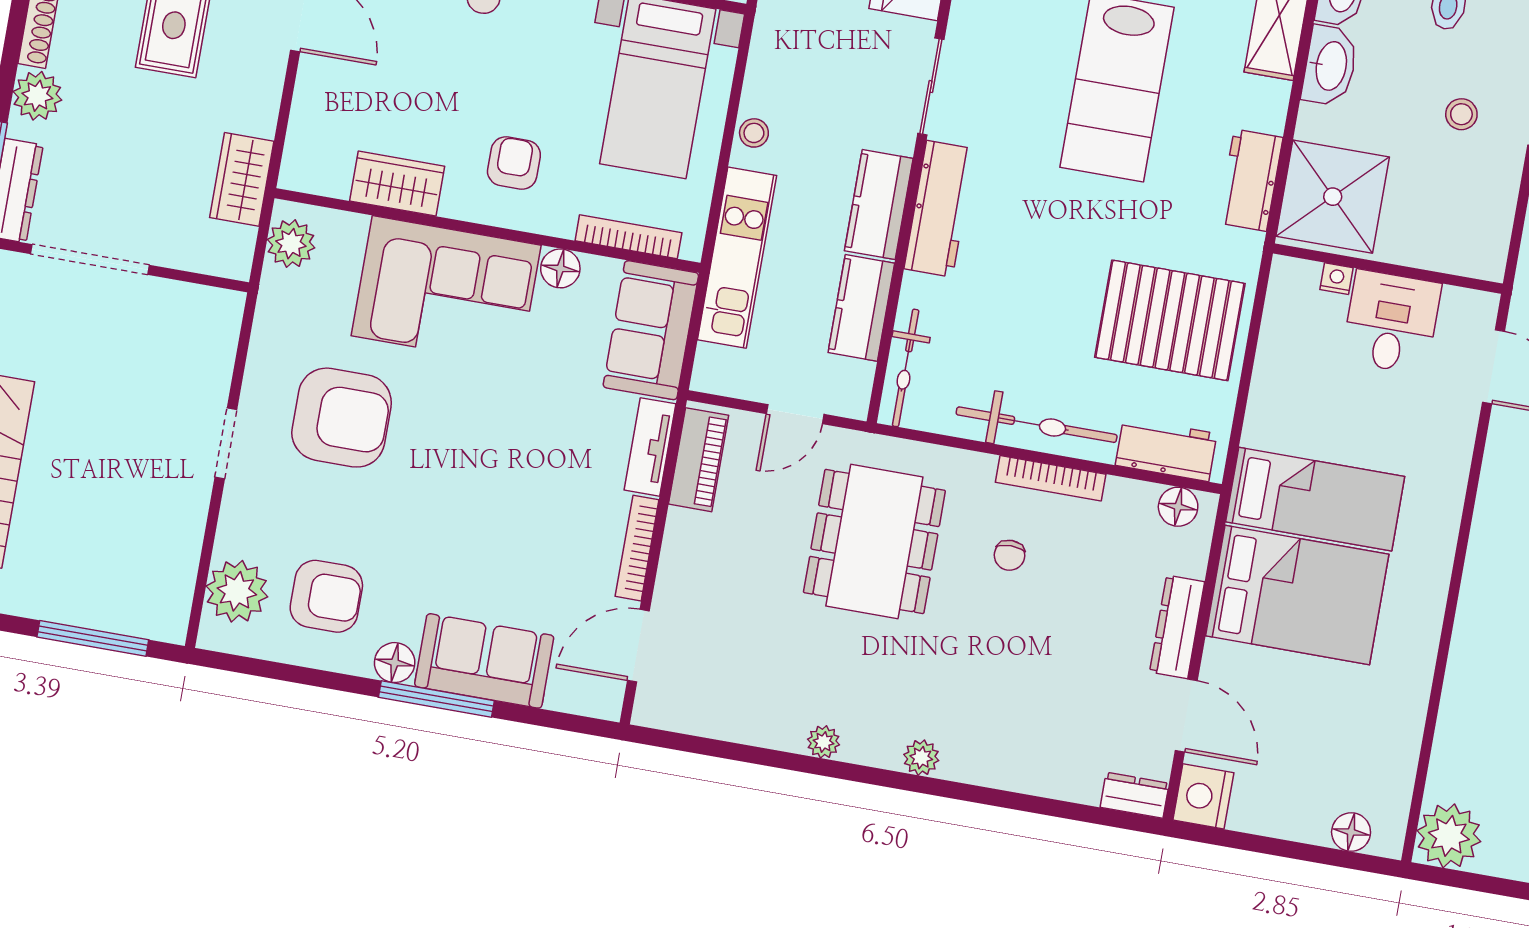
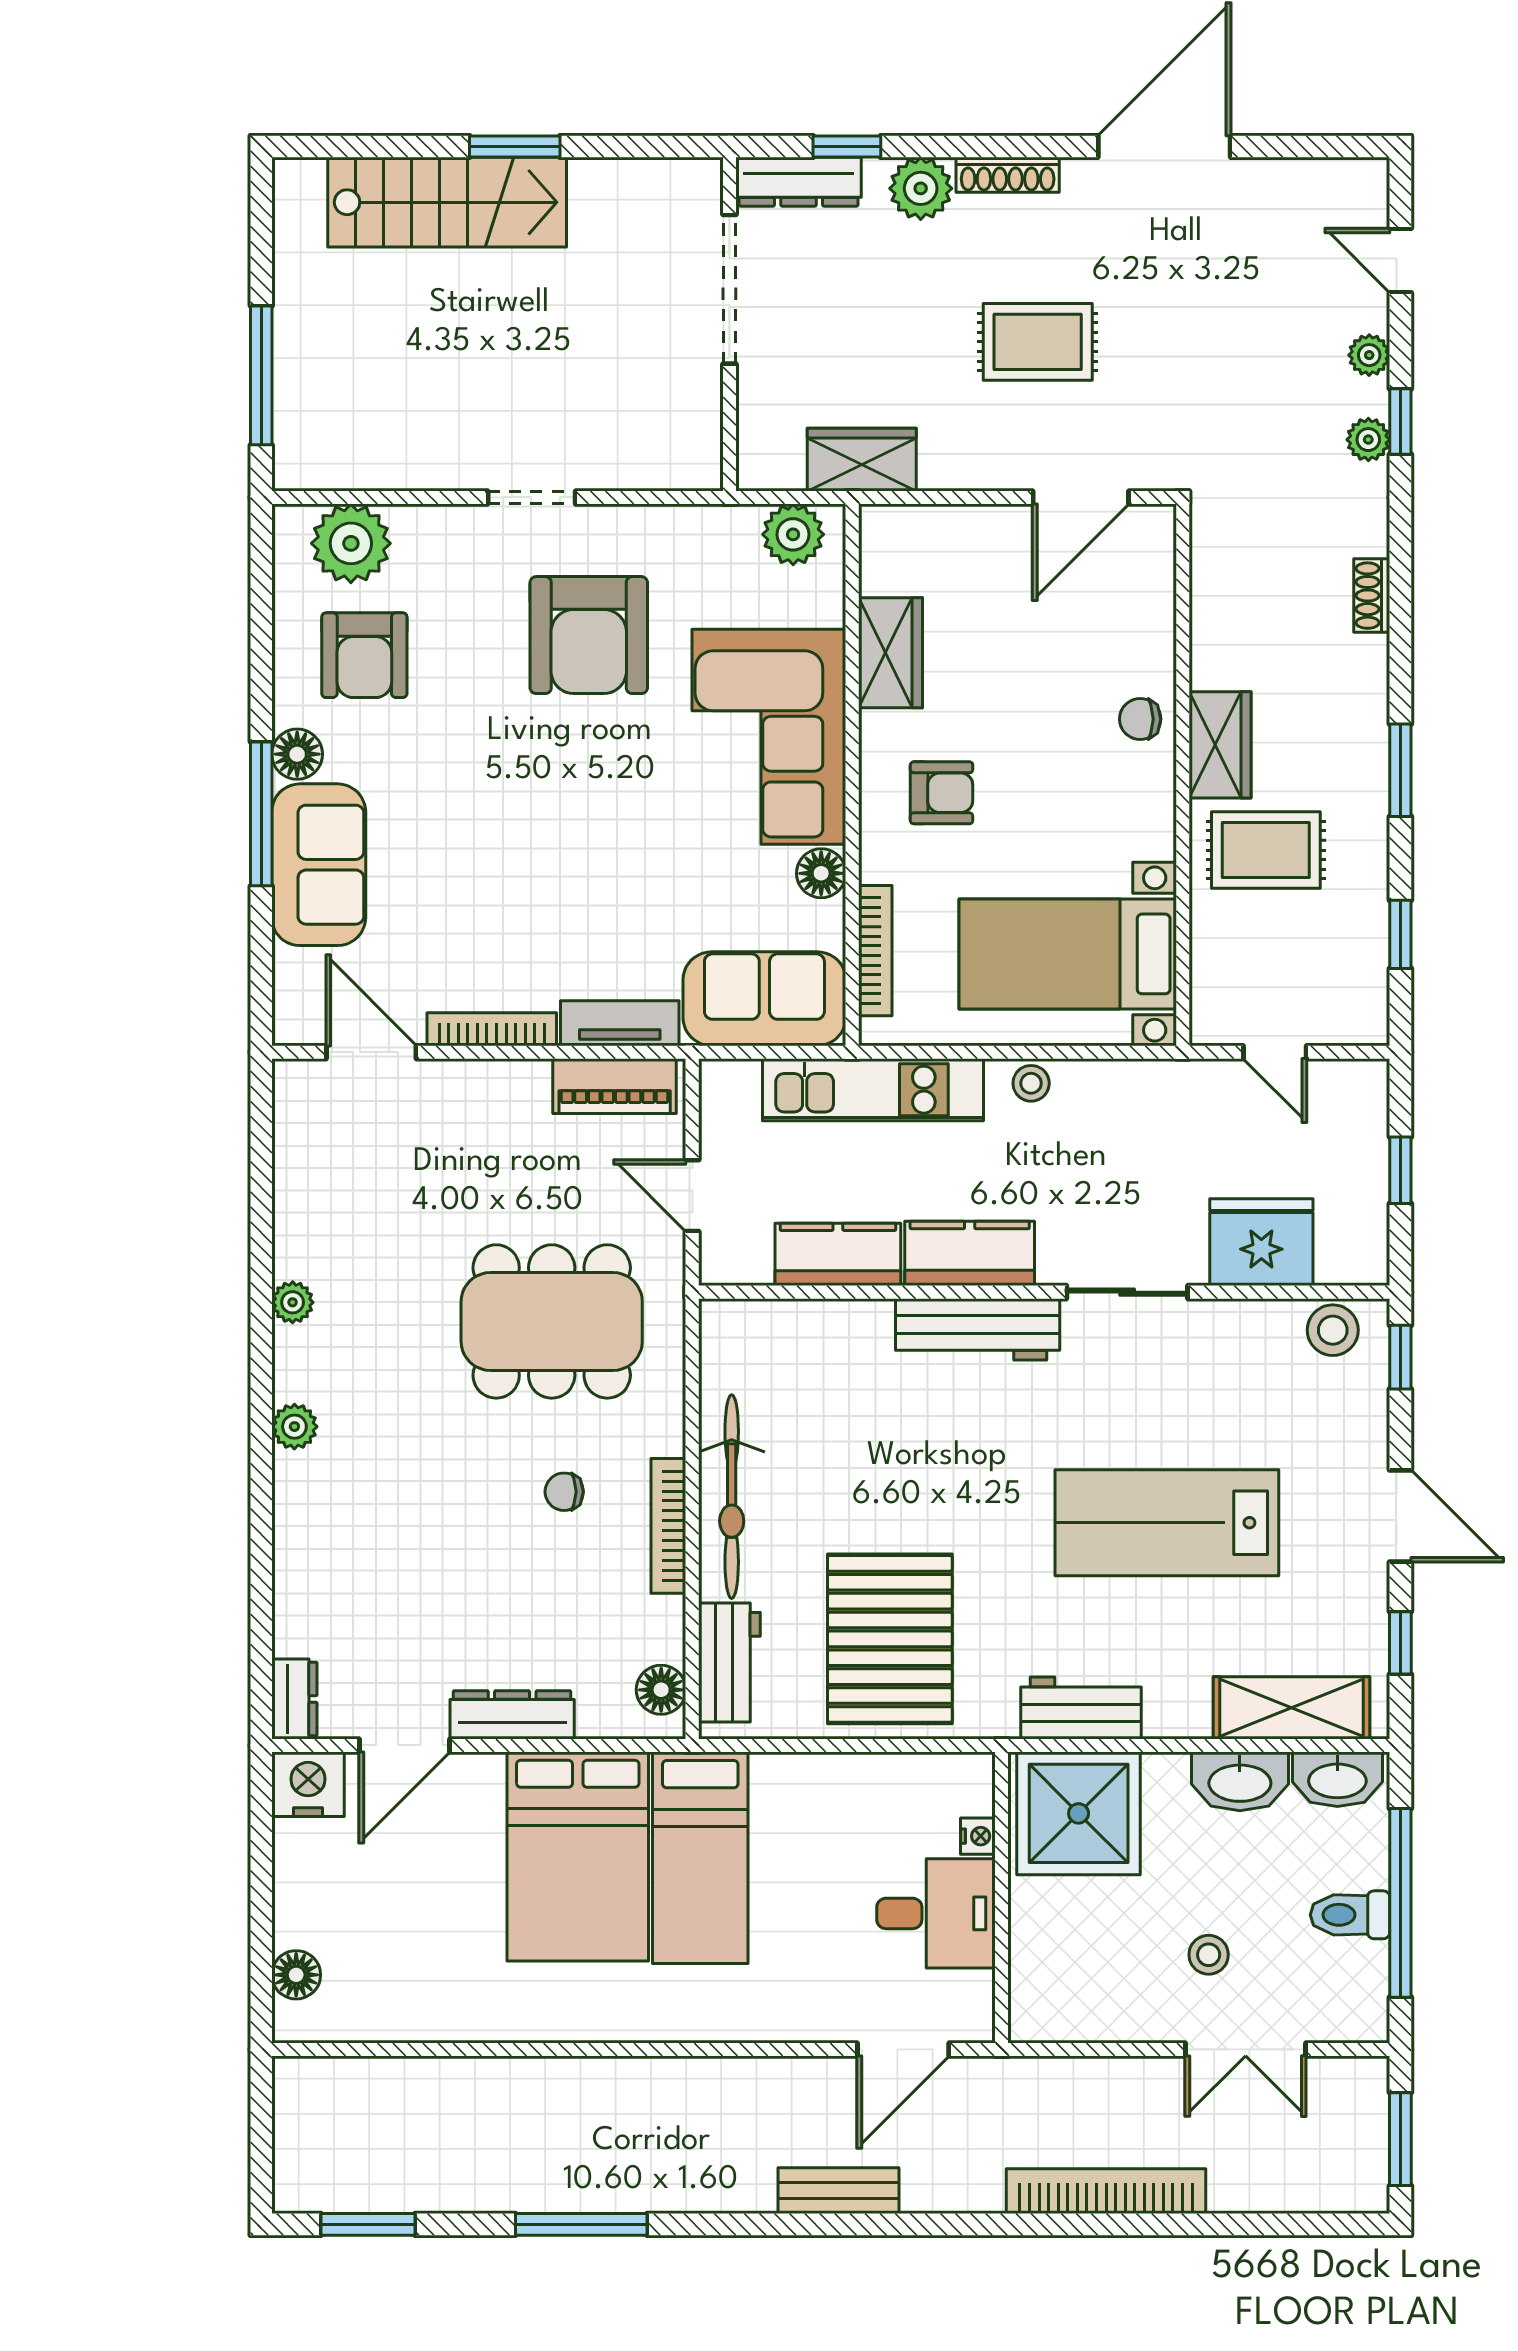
bicycle: (906, 368) -> (773, 1322), removed
plant: (1449, 836) -> (313, 2097), removed

